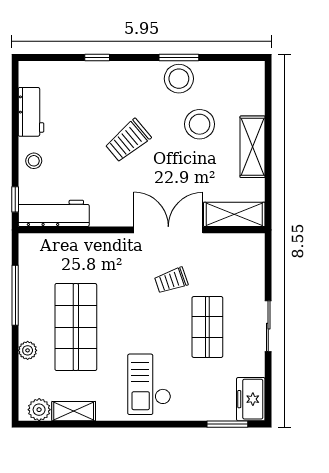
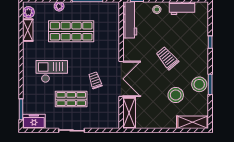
shelving: (253, 147) -> (192, 122), moved
checkout: (149, 384) -> (52, 71), moved

